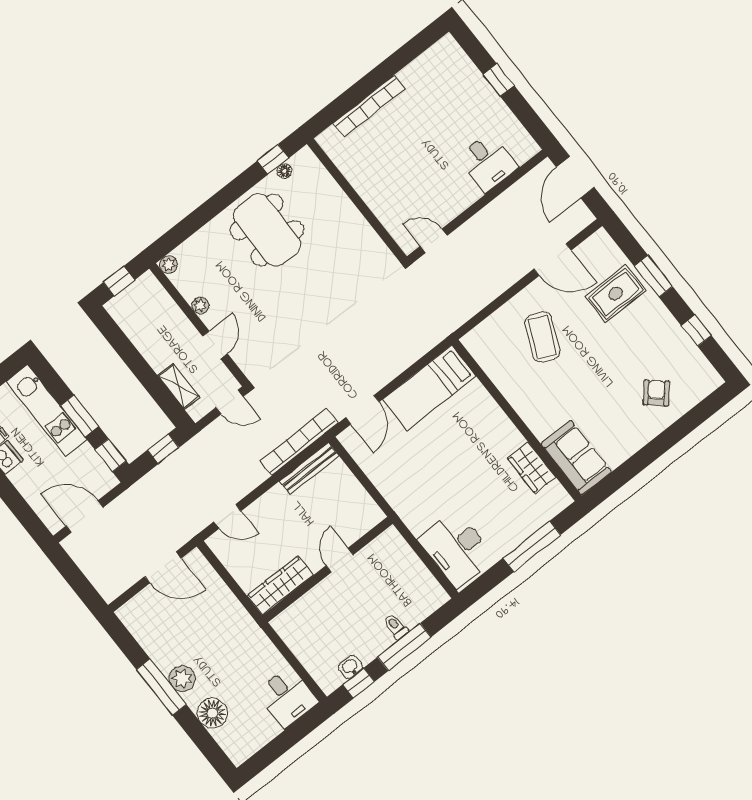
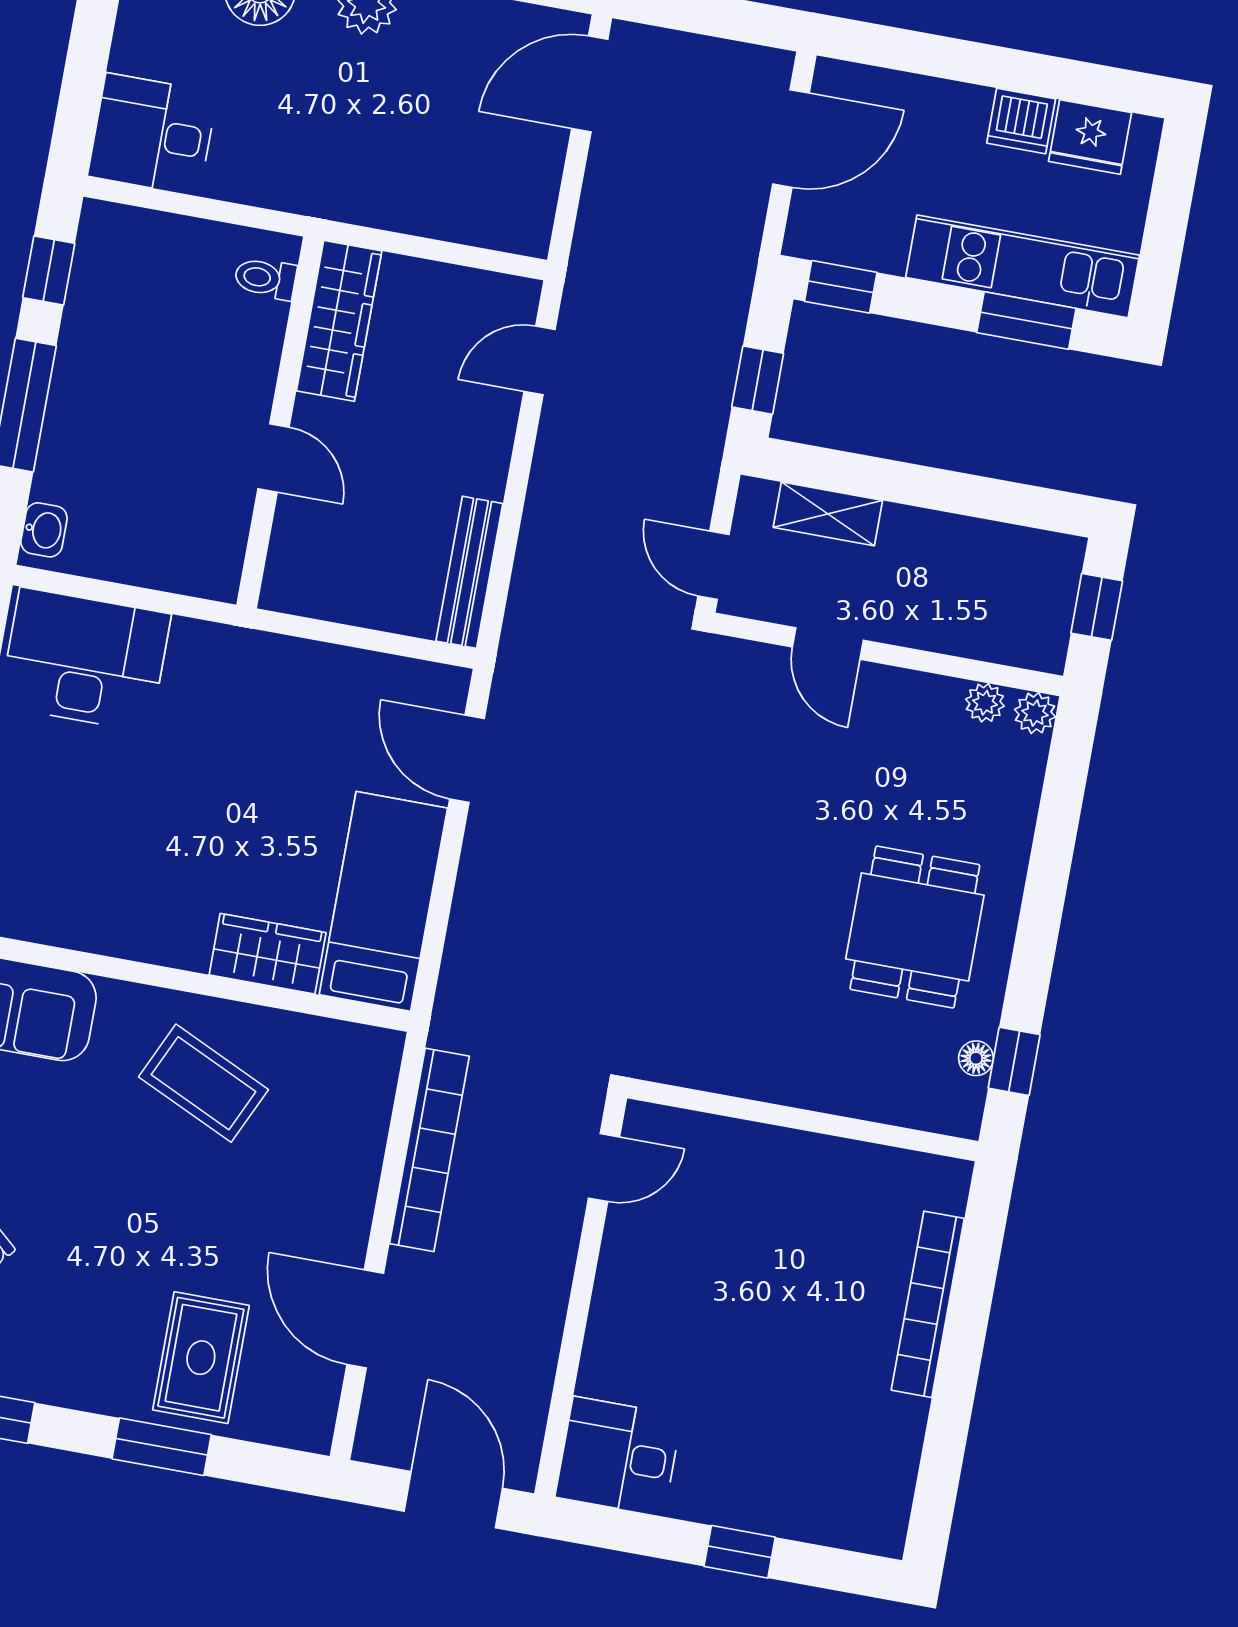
desk: (488, 162) -> (618, 1456), moved
dining table: (267, 230) -> (915, 927), width x0.73
door: (552, 260) -> (365, 1319), hinge flipped
plant: (200, 305) -> (985, 703), moved
coffee table: (542, 337) -> (203, 1083), moved
door: (229, 402) -> (713, 565), hinge flipped
window: (80, 416) -> (1026, 321), moved
bookcase: (299, 442) -> (429, 1150), moved
wardrobe: (532, 468) -> (268, 954), moved
door: (163, 567) -> (590, 84), moved
toilet: (396, 626) -> (265, 278), moved, turned 180
washbasin: (350, 667) -> (44, 530), moved

